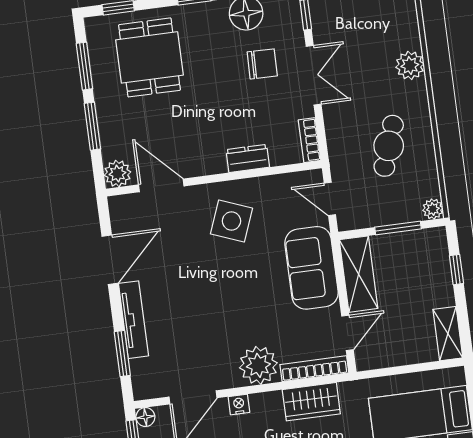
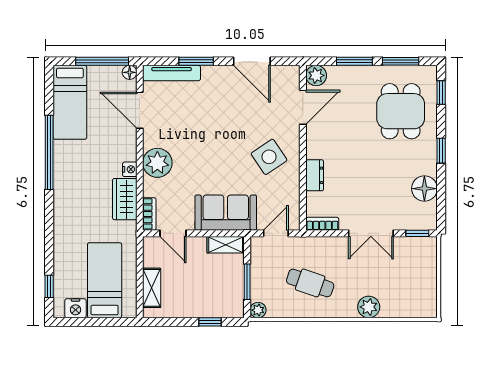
dining table: (149, 57) -> (401, 111), turned 90
chair: (262, 64) -> (385, 196), removed
side table: (231, 221) -> (269, 157), turned 35
shelving: (359, 274) -> (226, 245), width x0.67, depth x0.75
tv unit: (133, 320) -> (172, 73), moved
shelving: (448, 334) -> (152, 288), moved, turned 90
window: (122, 354) -> (196, 61), moved
bookcase: (314, 369) -> (149, 214), width x0.64
nightstand: (239, 404) -> (130, 169), moved

